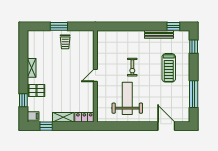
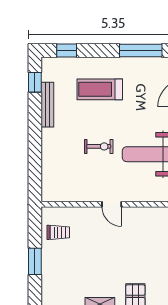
trolley: (65, 42) -> (58, 232), moved
treadmill: (169, 68) -> (100, 89), turned 180

